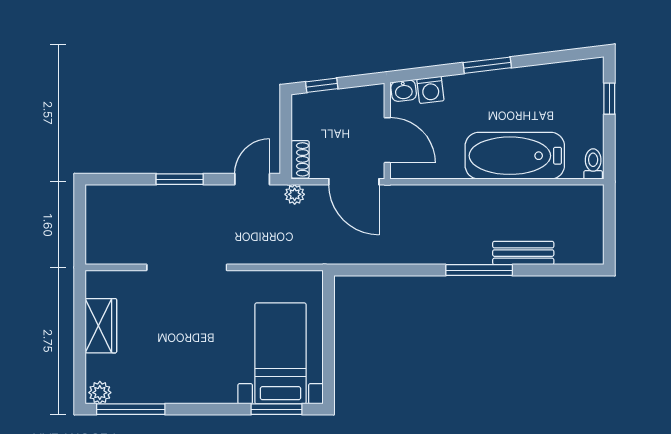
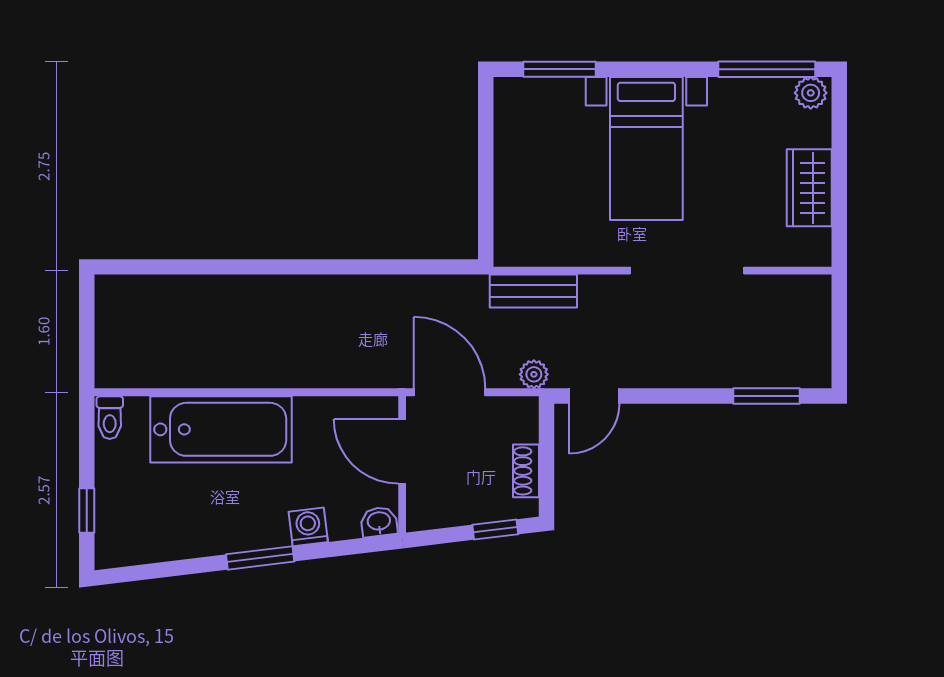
washing machine: (430, 90) -> (308, 527), moved
shoe rack: (300, 159) -> (526, 471), moved
window: (180, 179) -> (767, 396), moved
bench: (523, 253) -> (533, 291), moved
window: (479, 270) -> (272, 267), removed
bed with nightstands: (281, 353) -> (646, 149), moved

